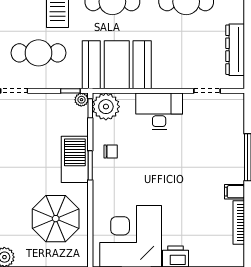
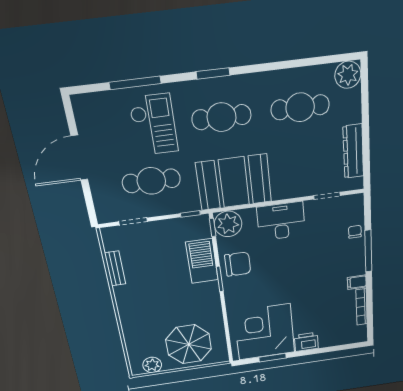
plant: (81, 100) -> (203, 221), removed
chair: (234, 134) -> (355, 232), added
chair: (111, 152) -> (238, 264), width x1.87, depth x1.87
barbecue: (75, 159) -> (202, 261), moved
parasol: (56, 219) -> (189, 344), moved

